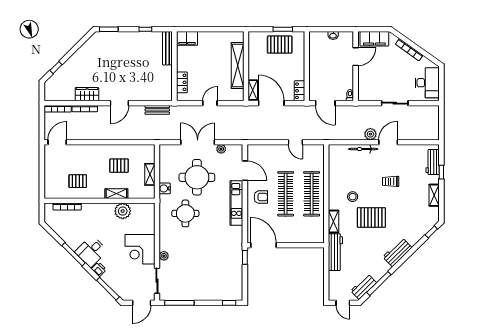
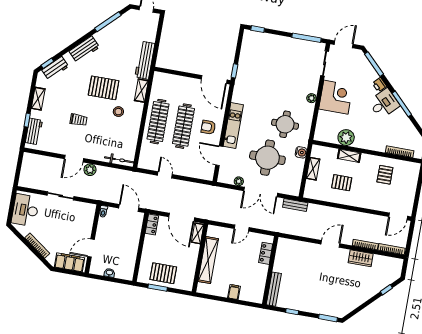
filing cabinet: (187, 38) -> (234, 292), moved, width x0.50
bench: (157, 110) -> (295, 205), moved
bicycle: (363, 149) -> (119, 160), moved
pallet: (78, 181) -> (385, 175), turned 90
plant: (164, 256) -> (312, 98), moved
workbench: (364, 287) -> (55, 68), moved

